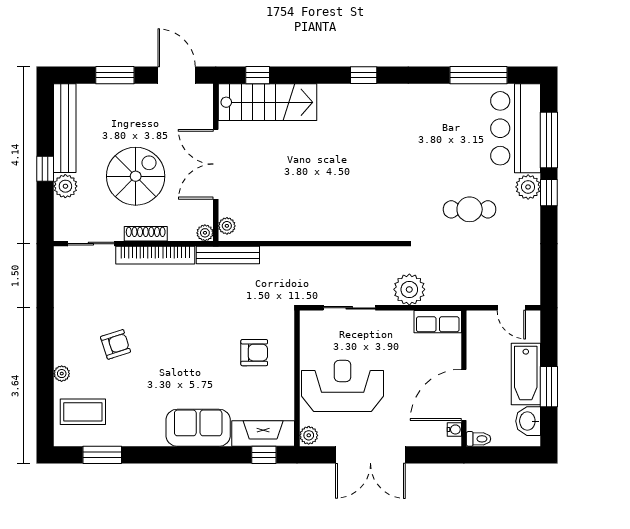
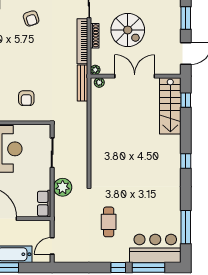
plant: (528, 187) -> (122, 256), removed

